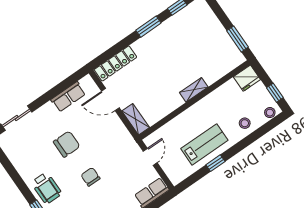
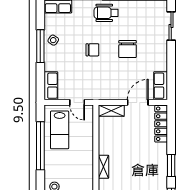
row of seats: (68, 97) -> (161, 86), moved
lab bench: (204, 144) -> (60, 130), moved
window: (215, 163) -> (40, 146), width x3.17

